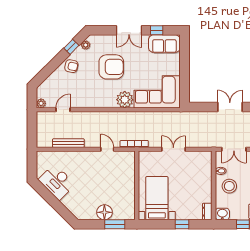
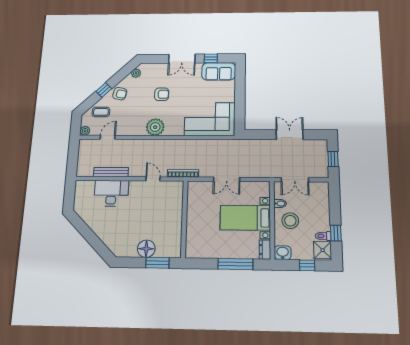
window: (71, 47) -> (104, 90), moved
armchair: (111, 67) -> (162, 94), width x0.53, depth x0.53
coffee table: (55, 85) -> (101, 112), added
plant: (125, 100) -> (155, 127), moved
double door: (173, 149) -> (227, 179), swing flipped
desk: (57, 182) -> (111, 193), moved, turned 135
bed with nightstands: (157, 198) -> (245, 218), moved, turned -90
window: (182, 224) -> (235, 264), width x2.17

